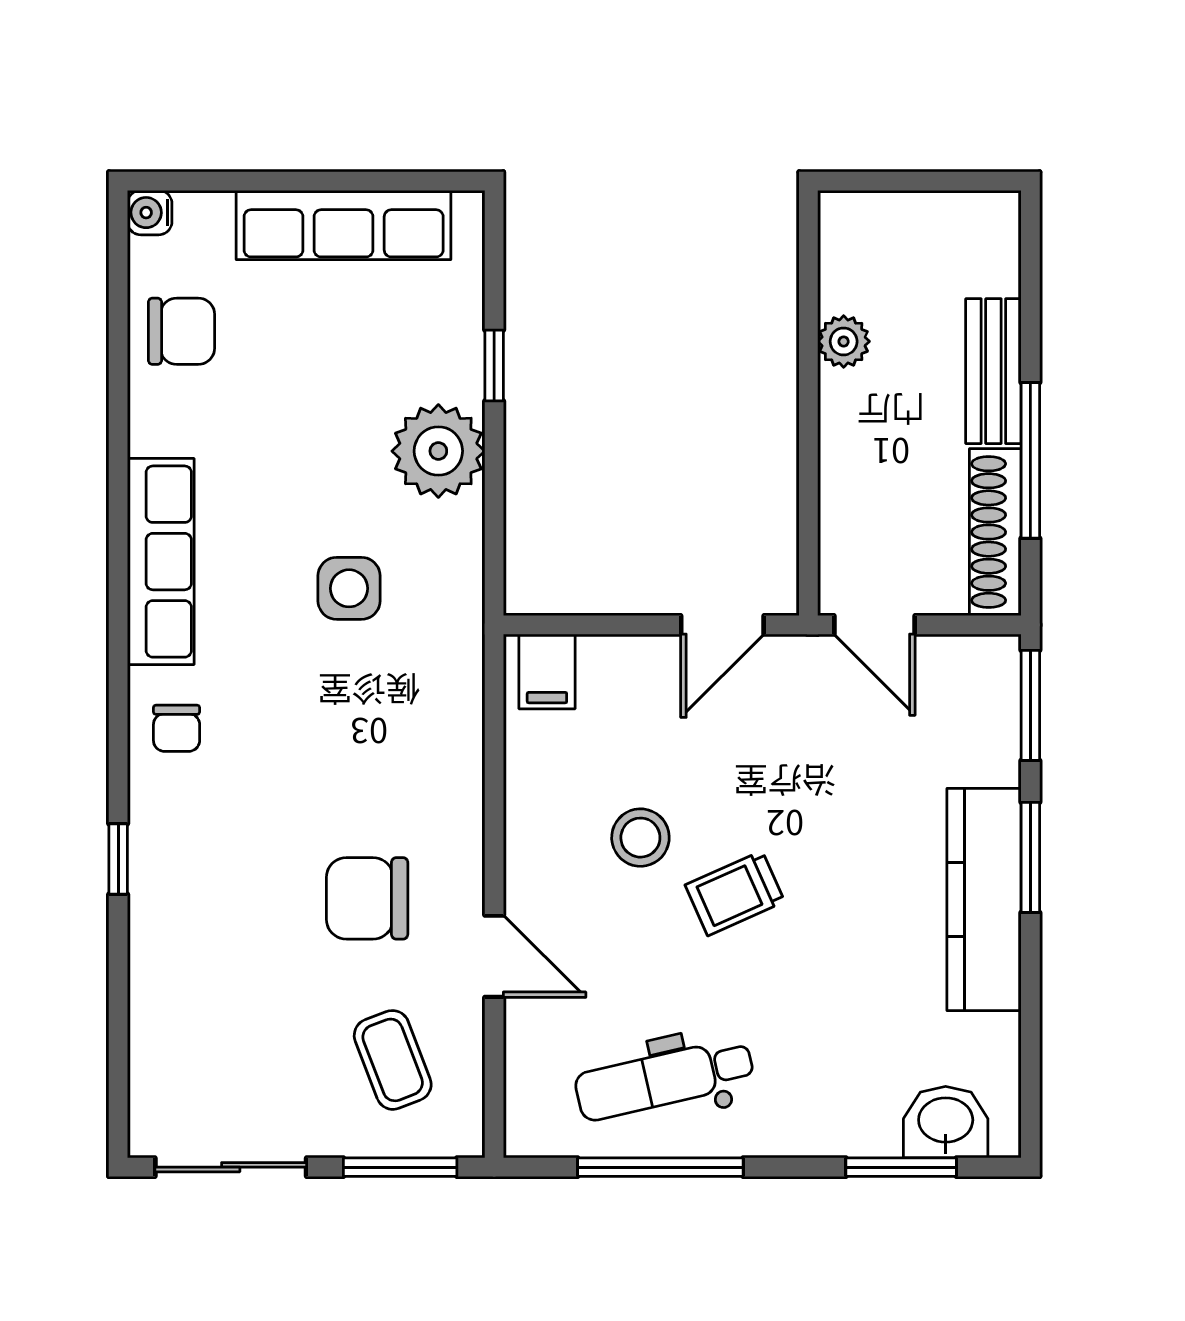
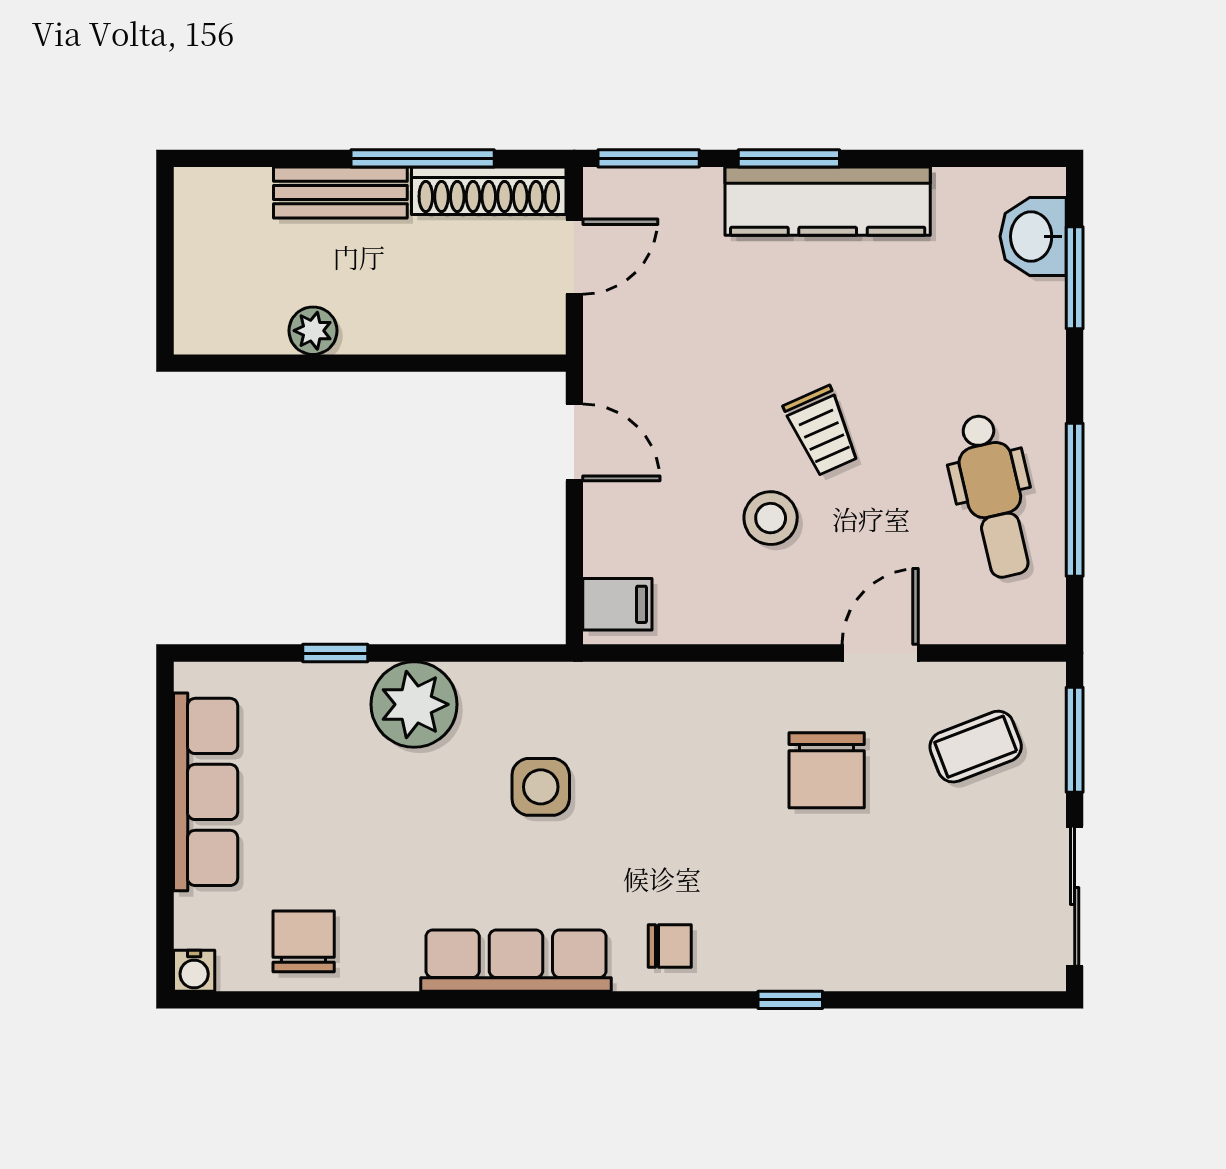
door: (874, 625) -> (574, 257), moved

